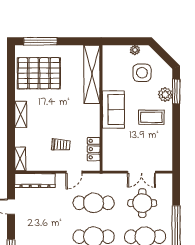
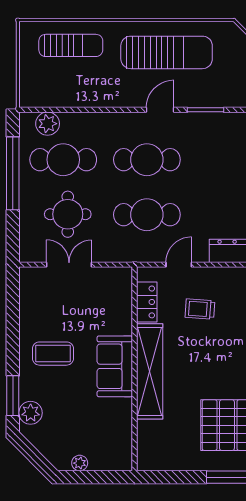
side table: (142, 73) -> (68, 426), removed
shelving: (92, 74) -> (150, 371), moved
plant: (165, 95) -> (31, 413), moved

